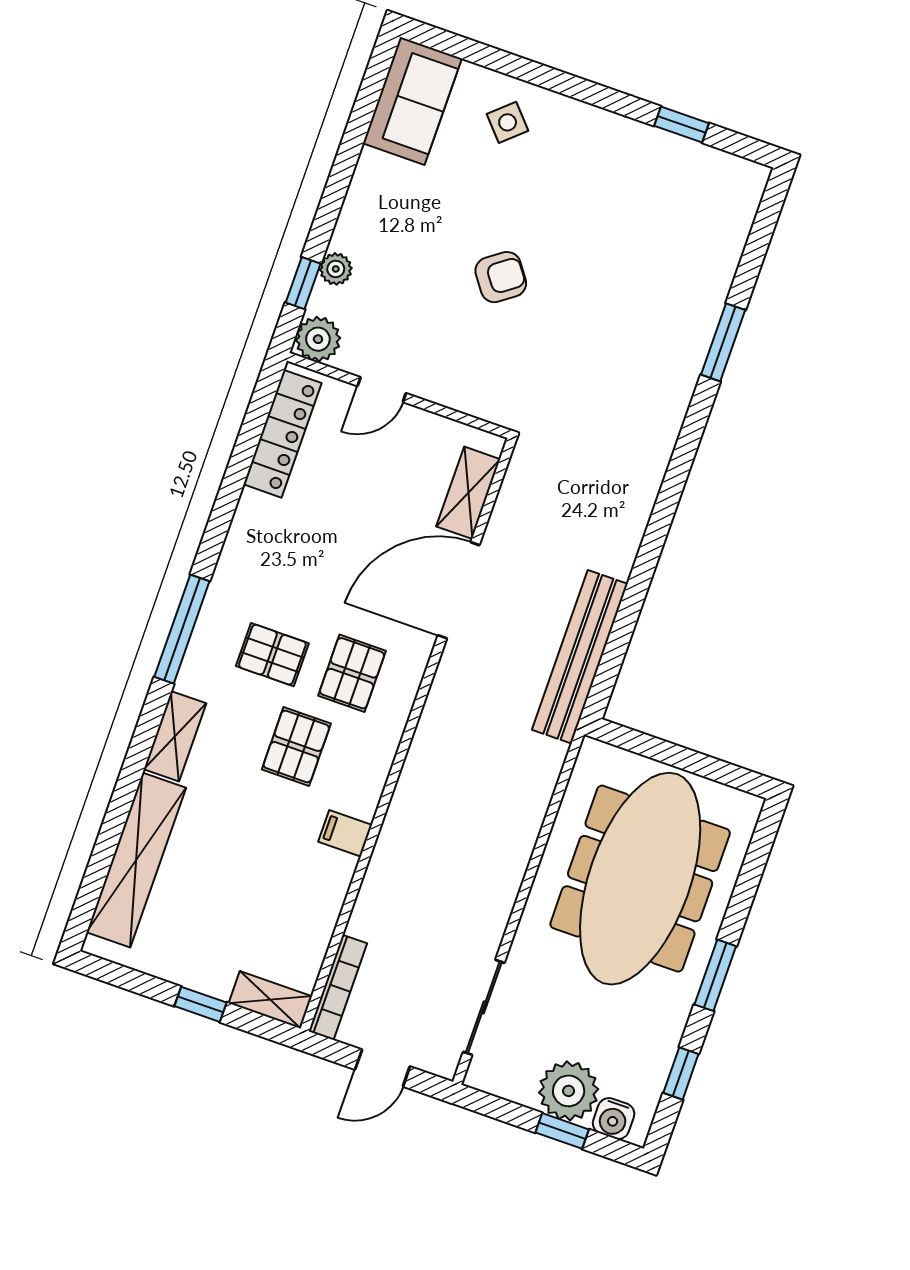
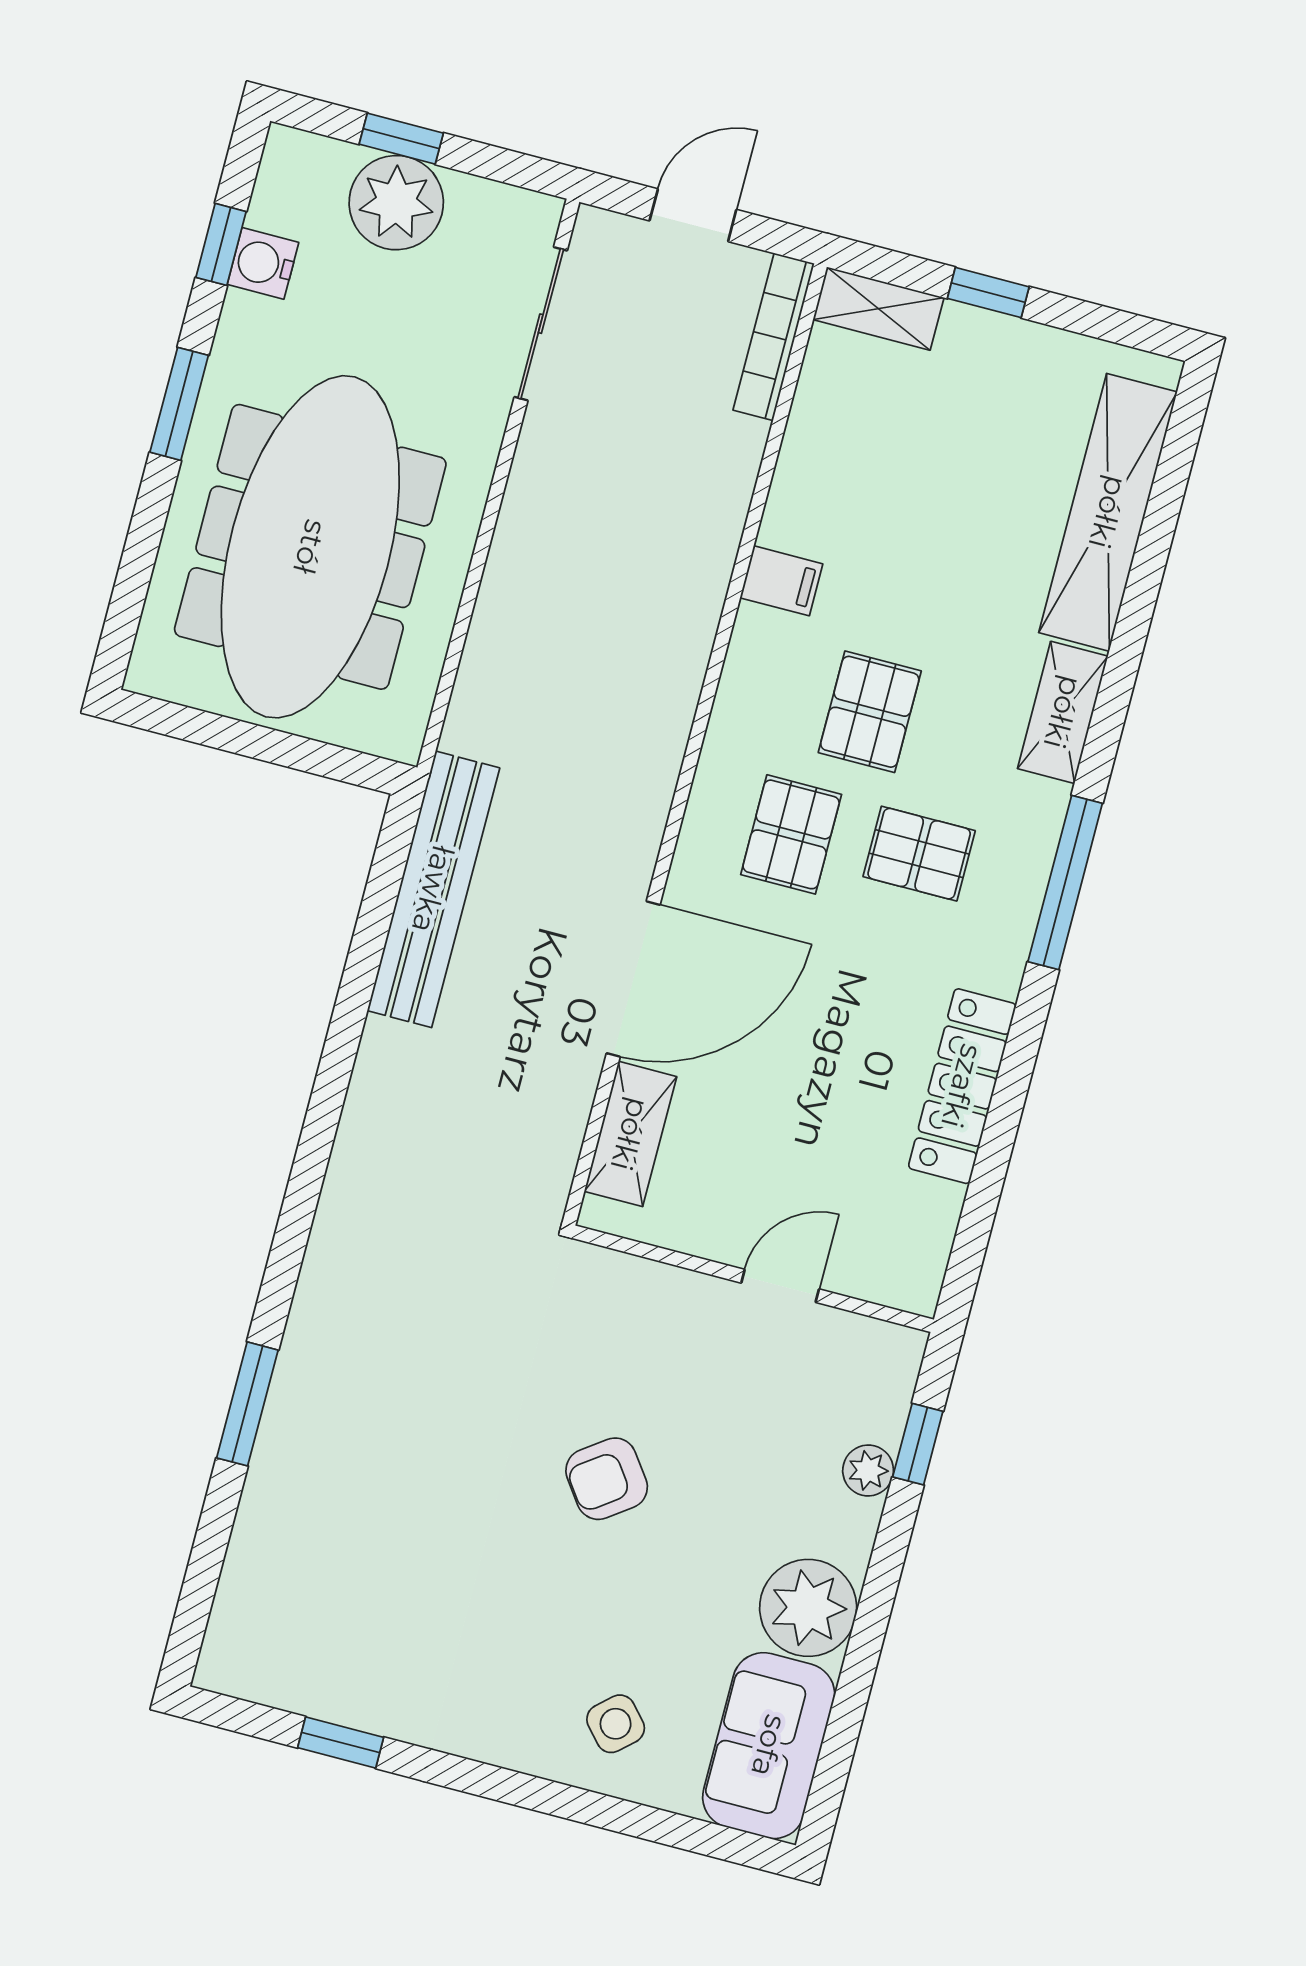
plant: (318, 339) -> (808, 1608), moved, width x1.36, depth x1.36
locker: (282, 434) -> (962, 1086), moved
water cooler: (614, 1119) -> (263, 263), moved, turned -90

